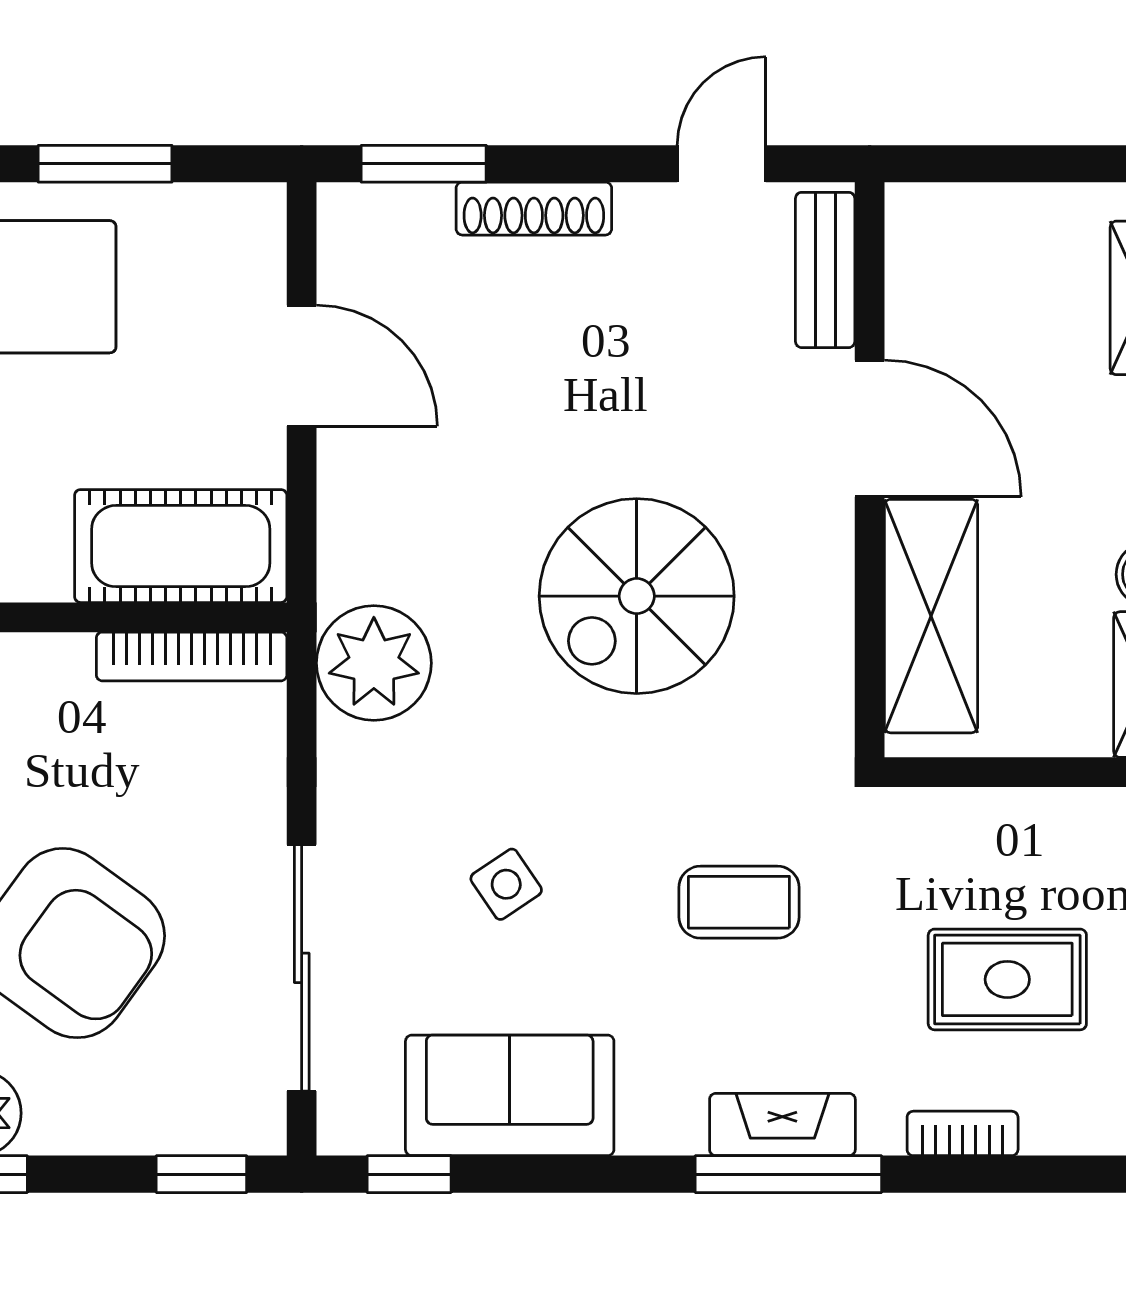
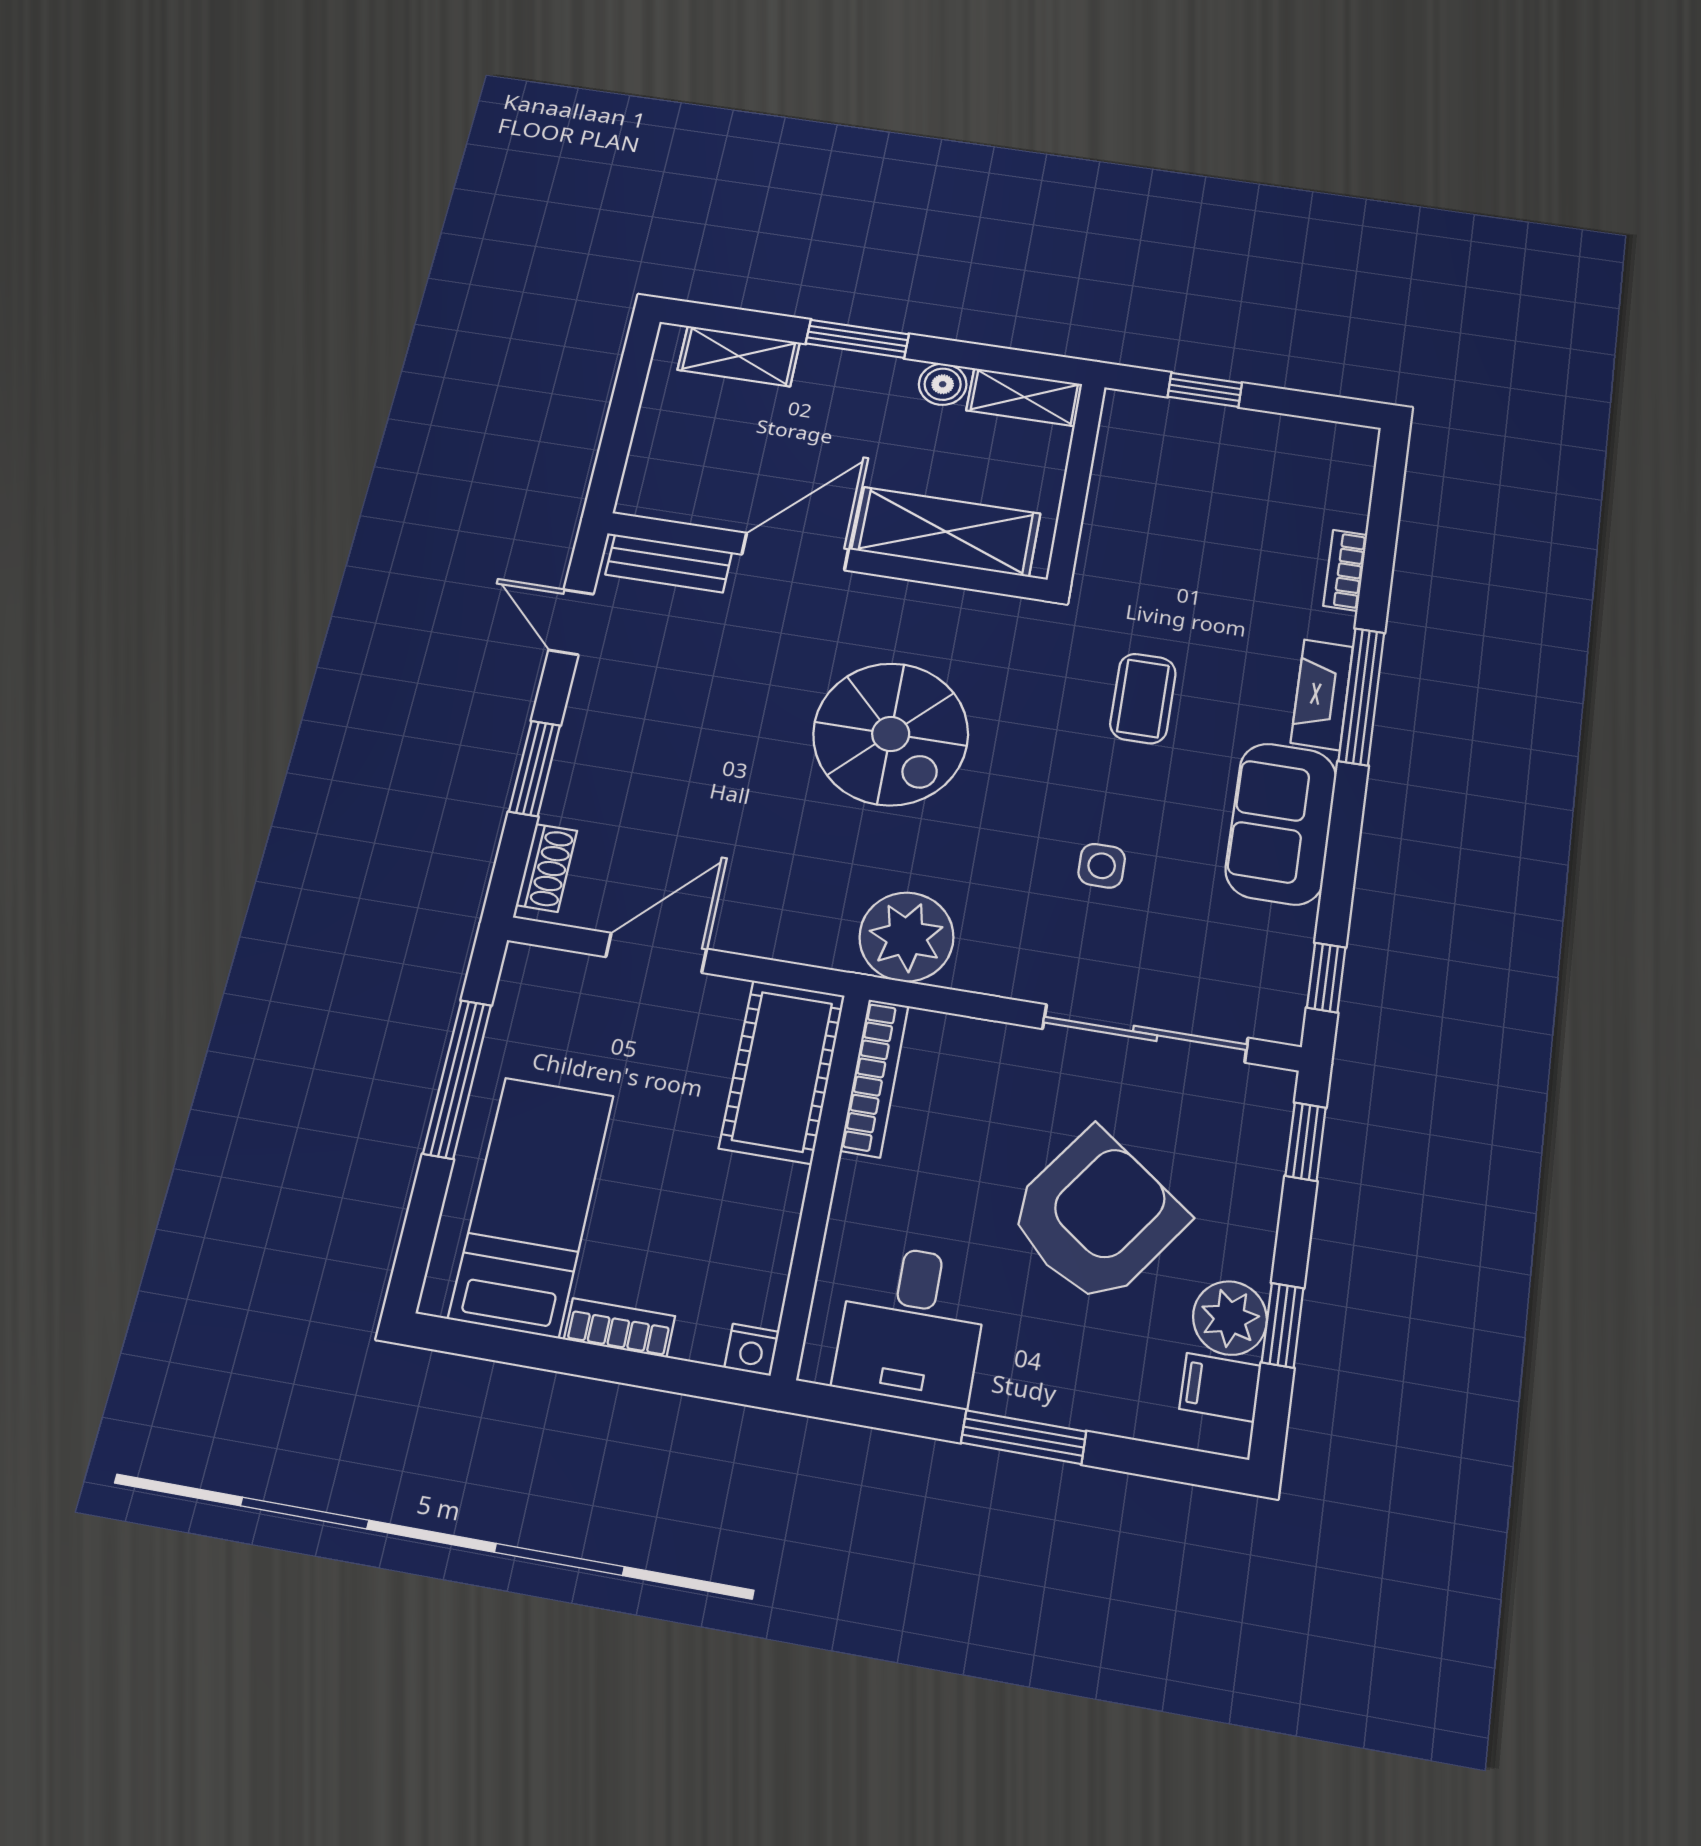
window: (105, 164) -> (457, 1079), width x1.44
window: (424, 164) -> (535, 768), moved
shoe rack: (534, 209) -> (547, 868), moved, width x0.70
side table: (506, 884) -> (1102, 866), turned 34
rug: (1007, 979) -> (1231, 522), removed
sofa: (510, 1095) -> (1281, 823), moved

